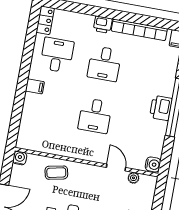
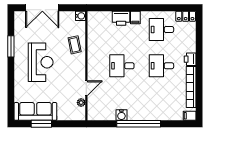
desk: (57, 55) -> (161, 29), turned 180
printer: (161, 108) -> (121, 18), moved, turned 180
water cooler: (153, 164) -> (121, 115), moved

